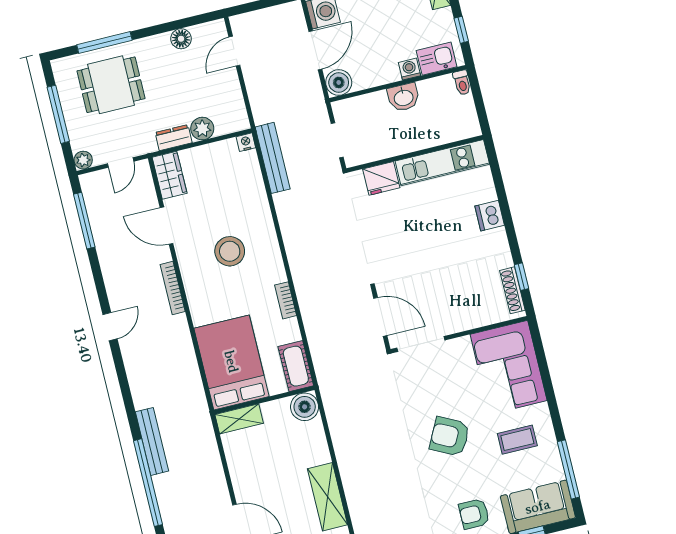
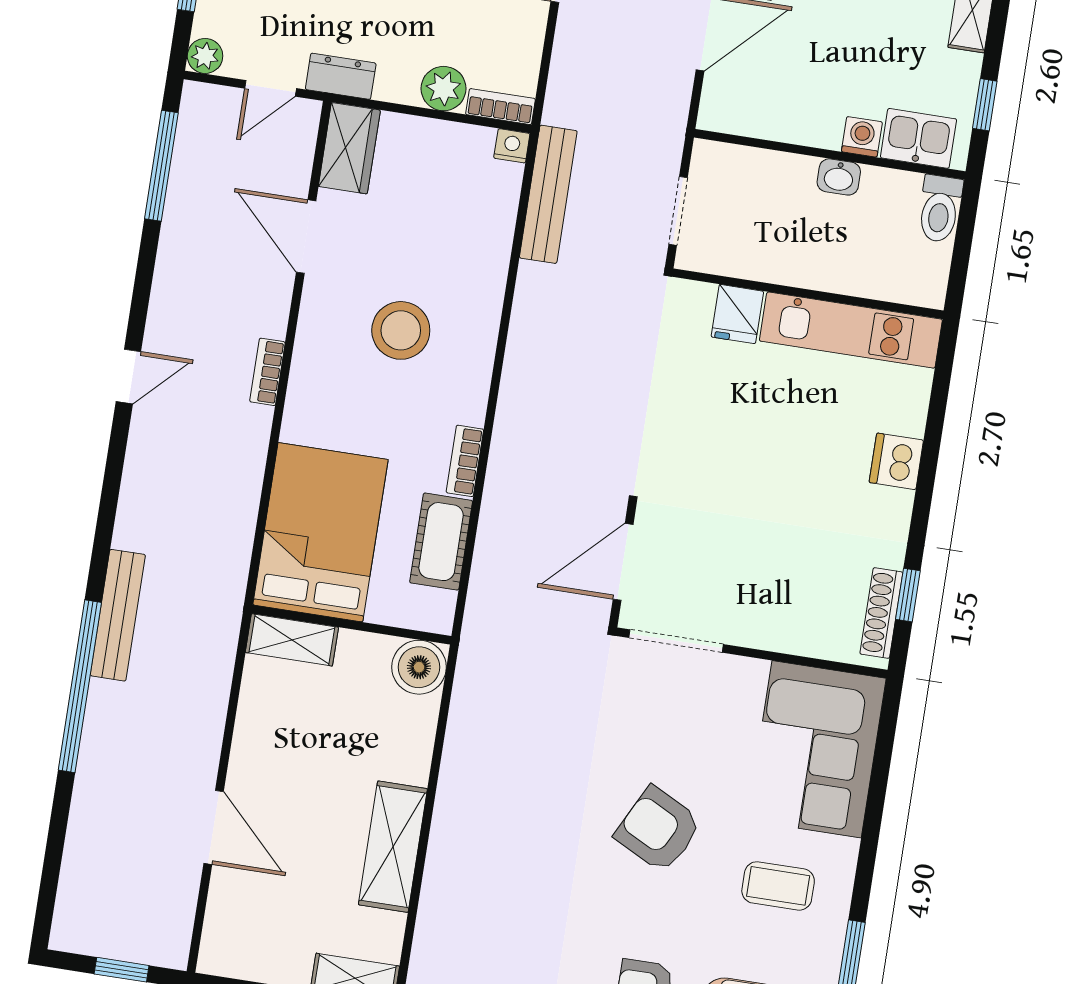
boiler: (339, 83) -> (724, 108), removed
toilet: (462, 83) -> (940, 209), width x1.37, depth x1.39
washbasin: (403, 97) -> (839, 177), width x0.72, depth x0.69
bookcase: (233, 126) -> (500, 107), added
dresser: (174, 138) -> (341, 76), moved
fridge: (381, 178) -> (737, 314), width x0.72
bookcase: (173, 288) -> (267, 372), width x0.64
door: (380, 317) -> (623, 562), swing flipped
cot: (296, 366) -> (441, 542), moved

